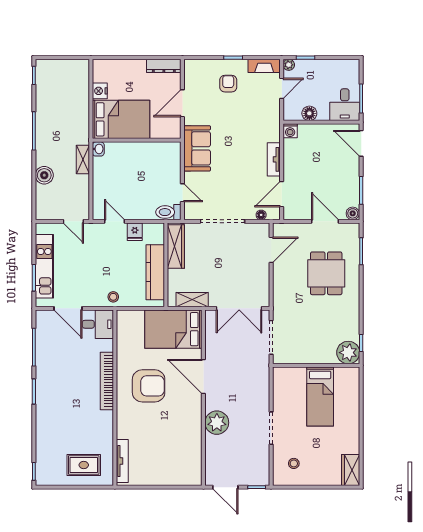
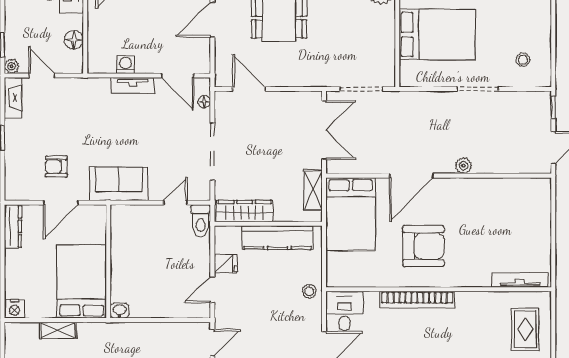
armchair: (228, 84) -> (56, 166), moved
nightstand: (100, 91) -> (15, 309), moved
door: (182, 103) -> (61, 203), hinge flipped
washing machine: (290, 131) -> (126, 65), moved, turned -90
shelving: (83, 160) -> (58, 330), moved
armchair: (149, 386) -> (423, 246), turned 90
bed: (320, 397) -> (437, 35), width x1.50
plant: (217, 423) -> (464, 166), width x0.53, depth x0.53

